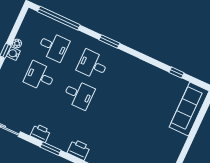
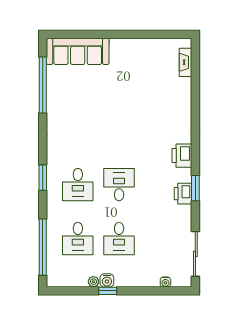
desk: (53, 47) -> (78, 239), turned 180
window: (176, 73) -> (43, 85), width x3.17
printer: (40, 133) -> (183, 194), moved

